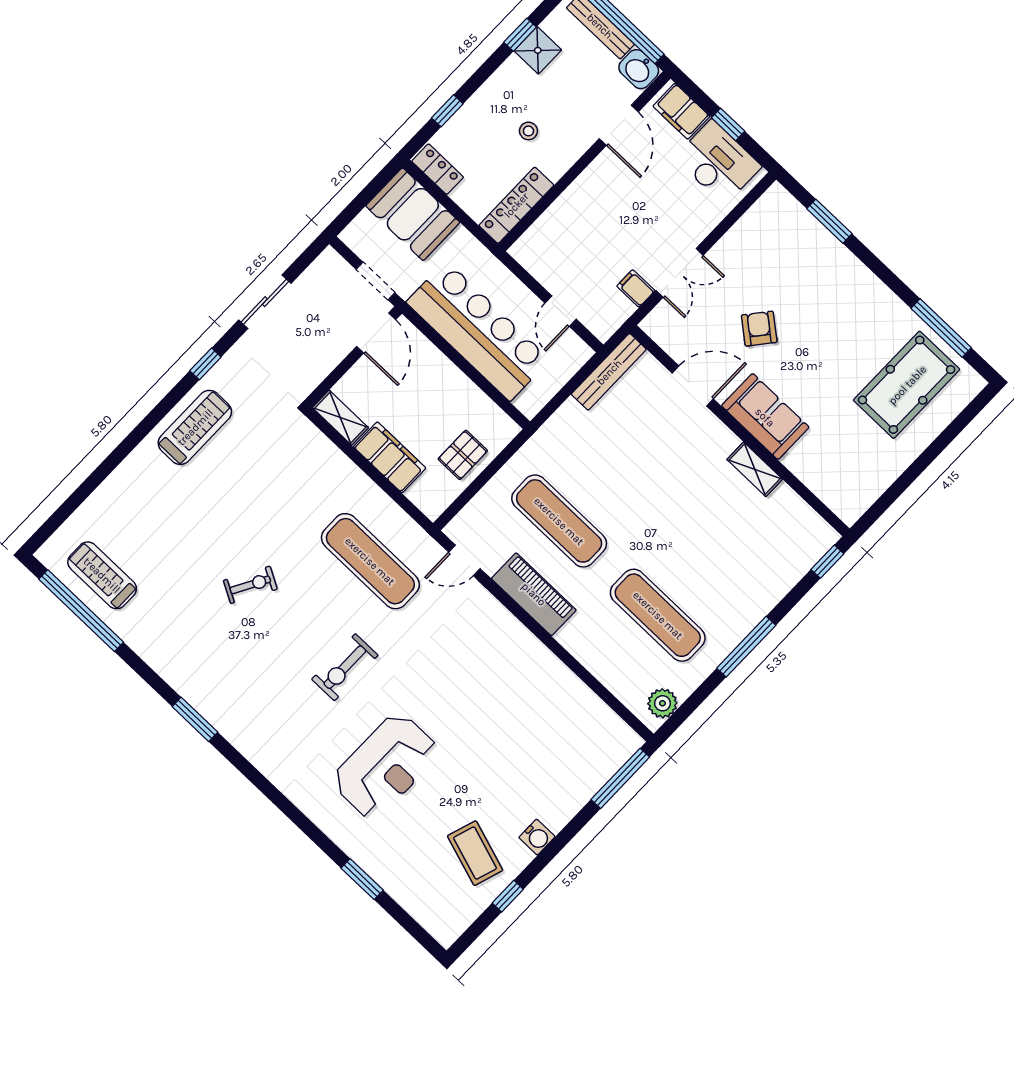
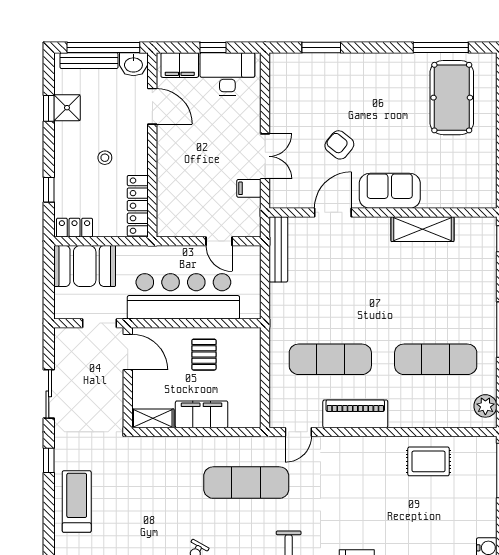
pallet: (463, 455) -> (204, 355), moved
shelving: (755, 469) -> (422, 229), width x1.50, depth x1.33
rug: (560, 704) -> (428, 461), added

